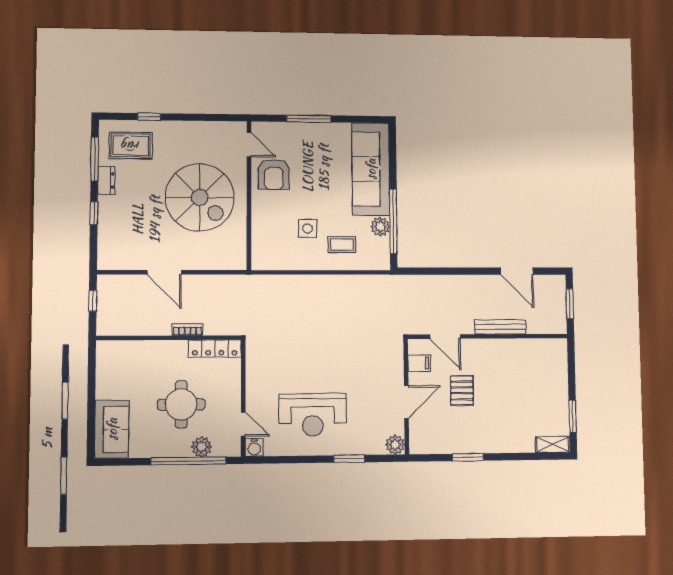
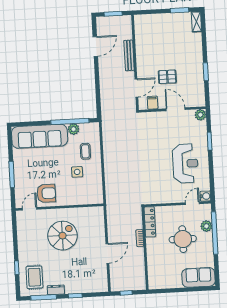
spiral stairs: (200, 197) -> (63, 236), width x0.73, depth x0.73

